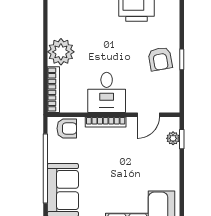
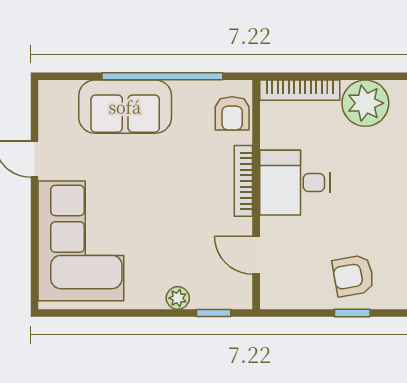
plant: (173, 138) -> (178, 298), moved

